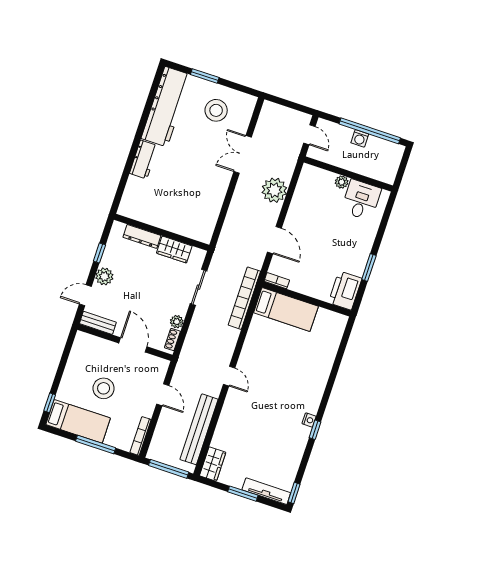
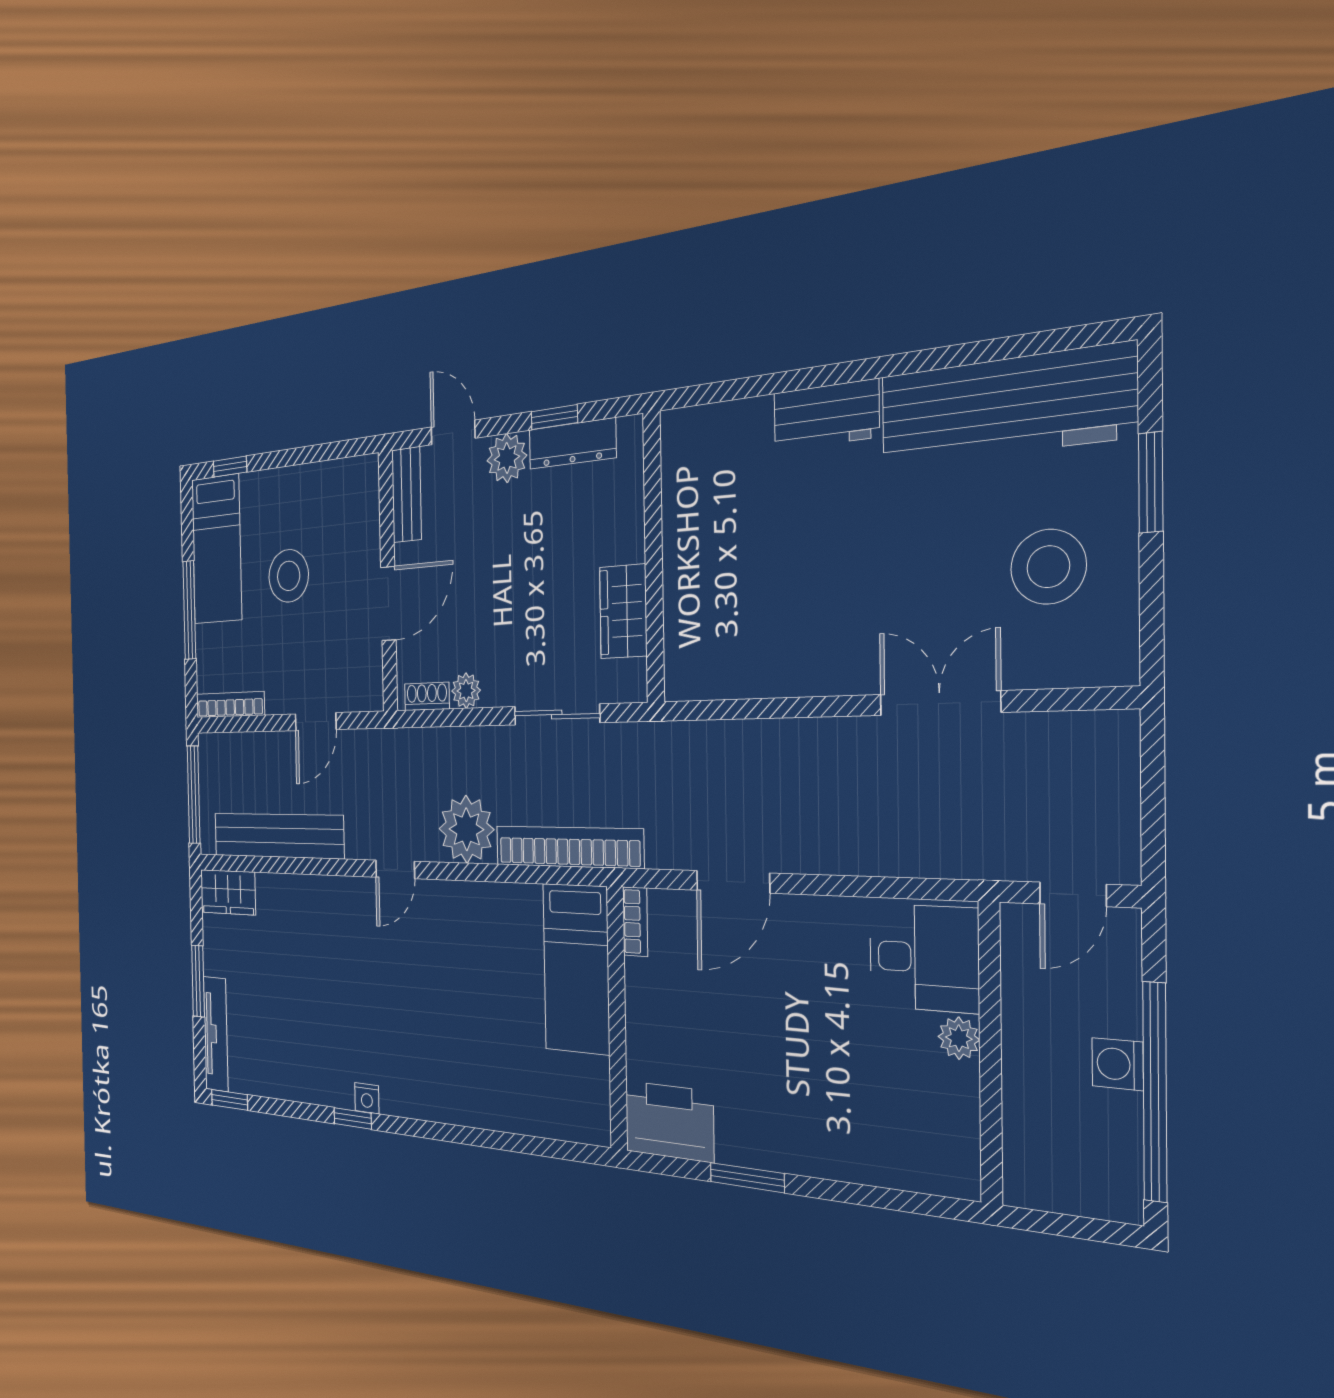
plant: (274, 190) -> (466, 829), moved
desk: (361, 200) -> (924, 958), moved
dresser: (142, 236) -> (572, 444), moved, turned -90

